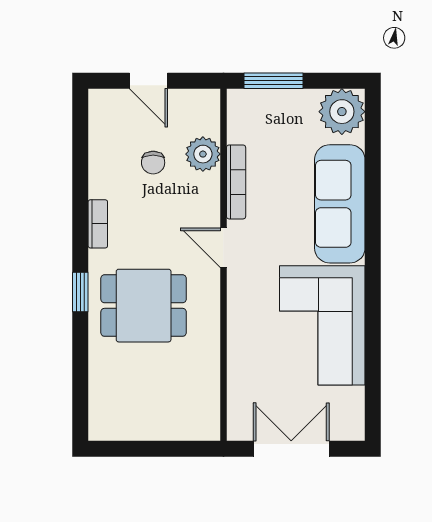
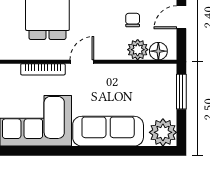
floor lamp: (205, 119) -> (158, 51), added
chair: (153, 163) -> (133, 20), turned 90
bookcase: (236, 182) -> (43, 69), moved

